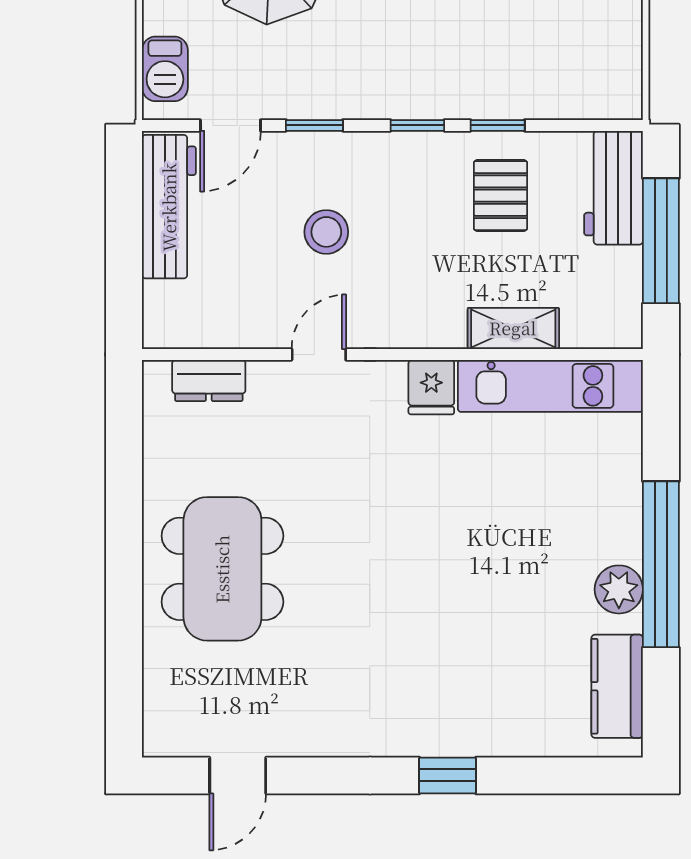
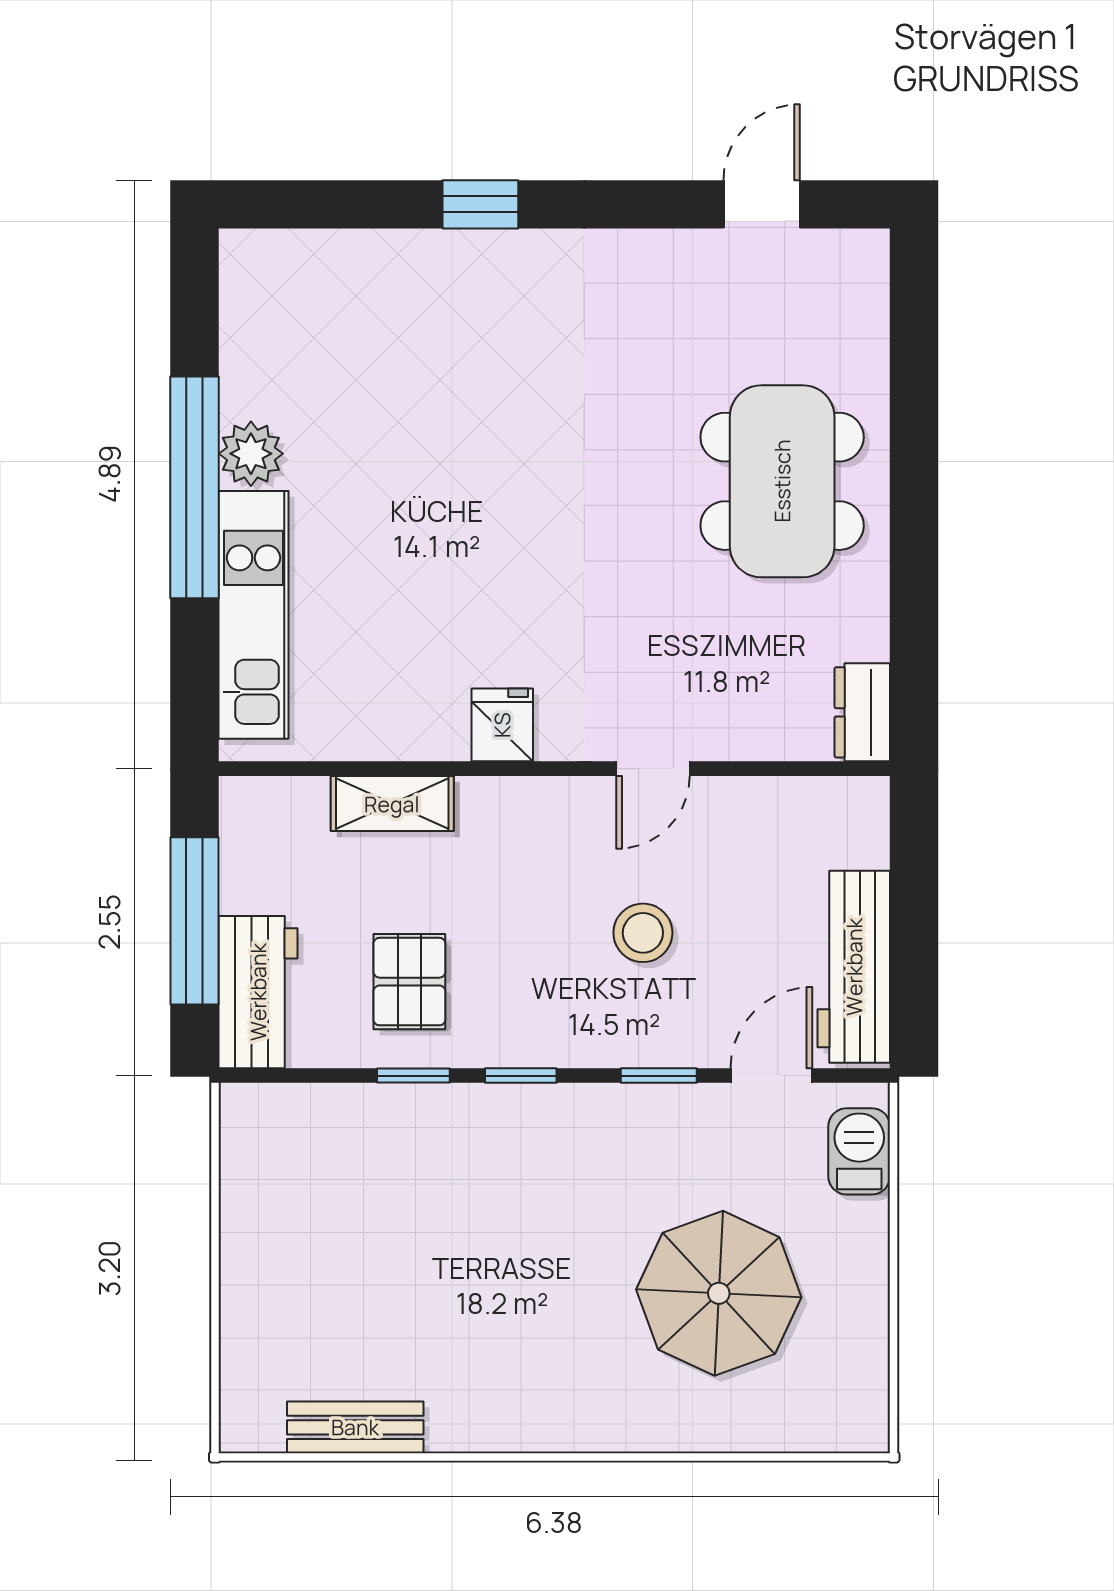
dresser: (209, 380) -> (862, 712), moved, turned -90
kitchen unit: (550, 386) -> (254, 615), moved, turned 90
kitchen counter: (617, 686) -> (253, 324), removed

